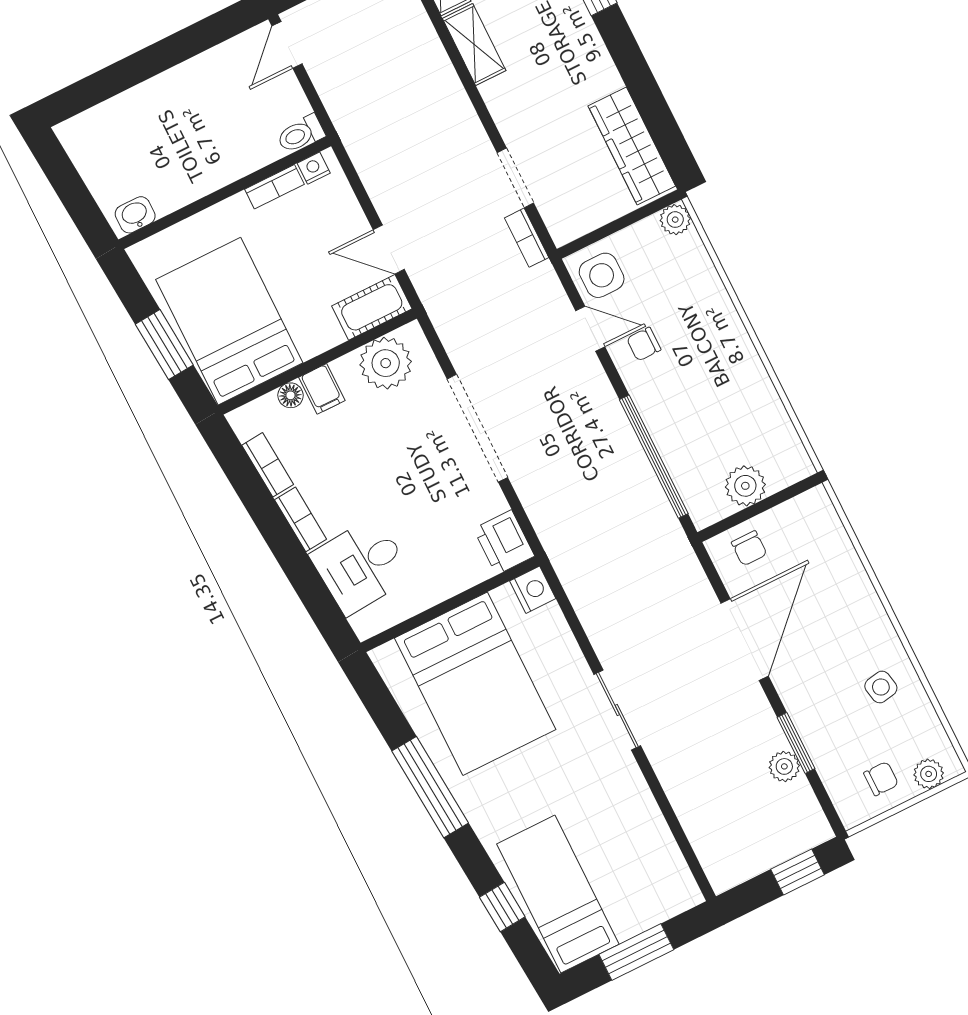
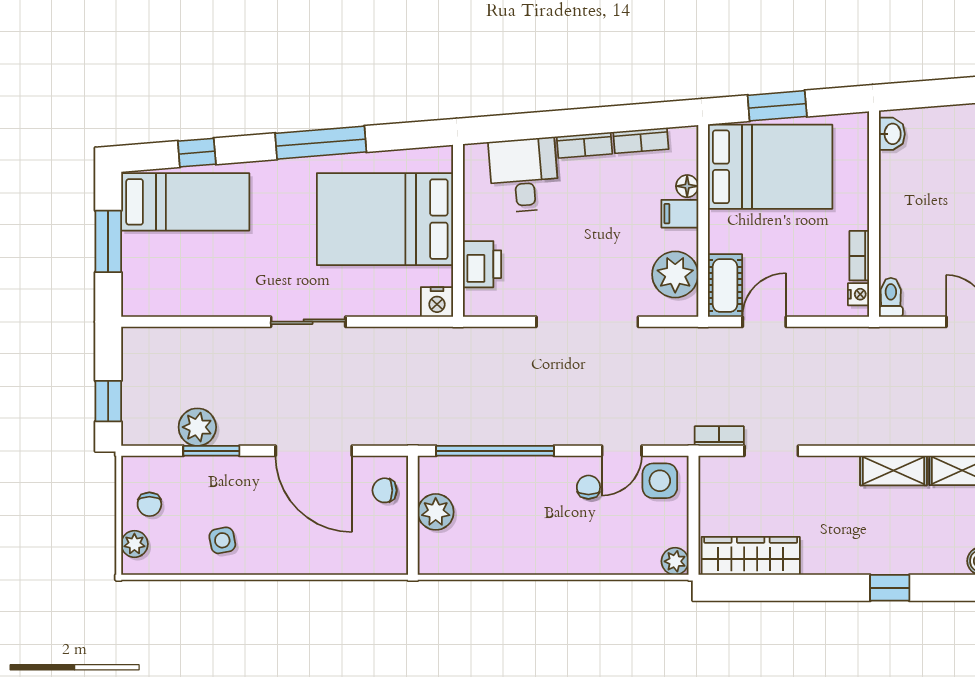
printer: (504, 542) -> (482, 264), moved, turned 90
plant: (784, 766) -> (197, 427), width x1.38, depth x1.38

